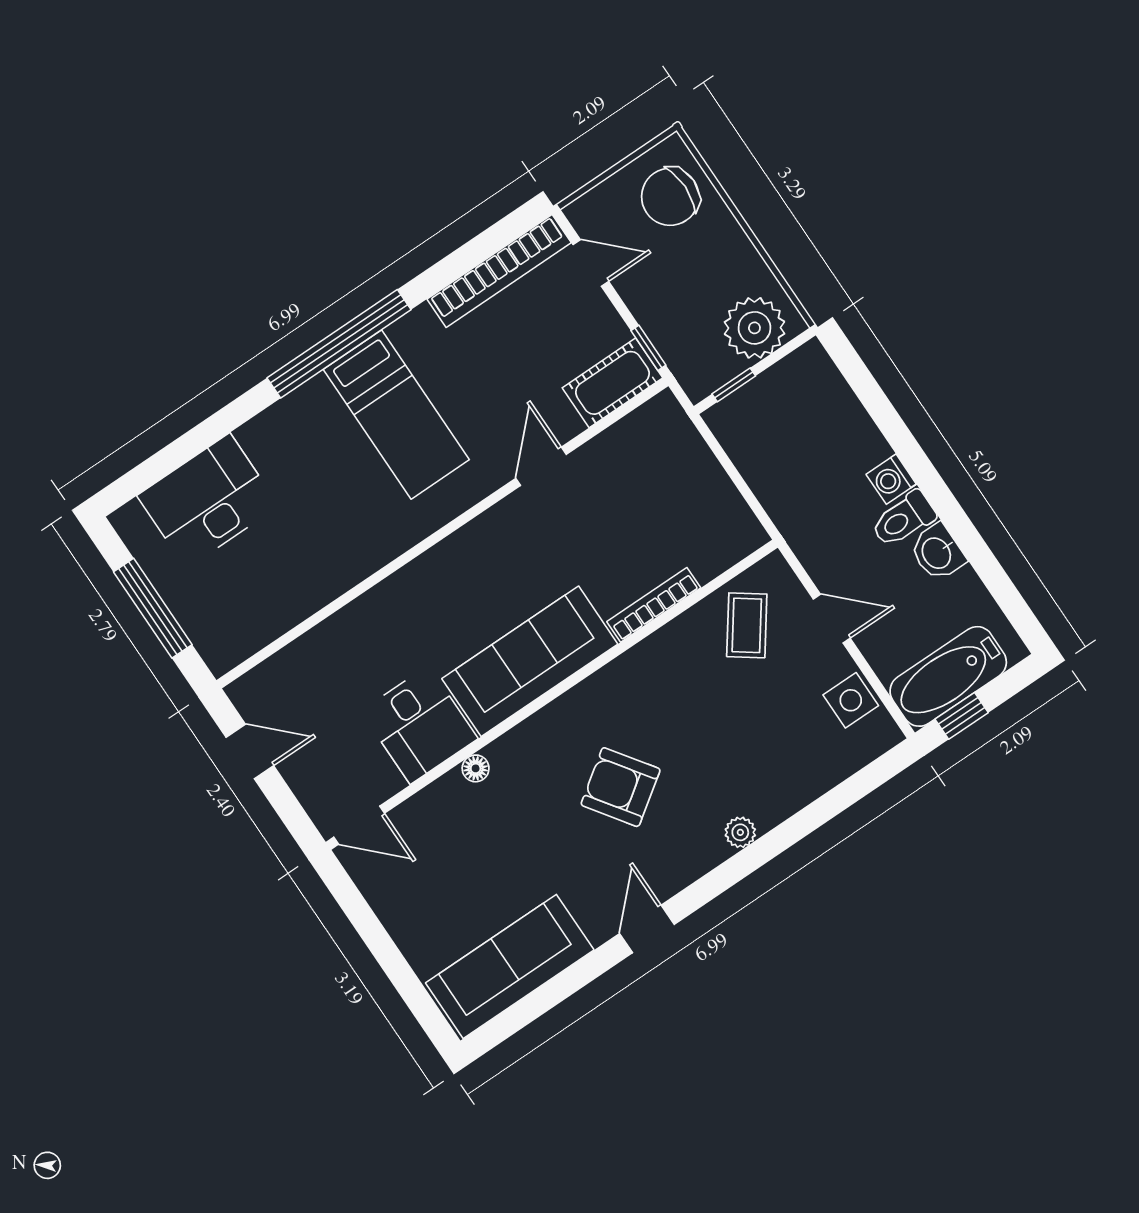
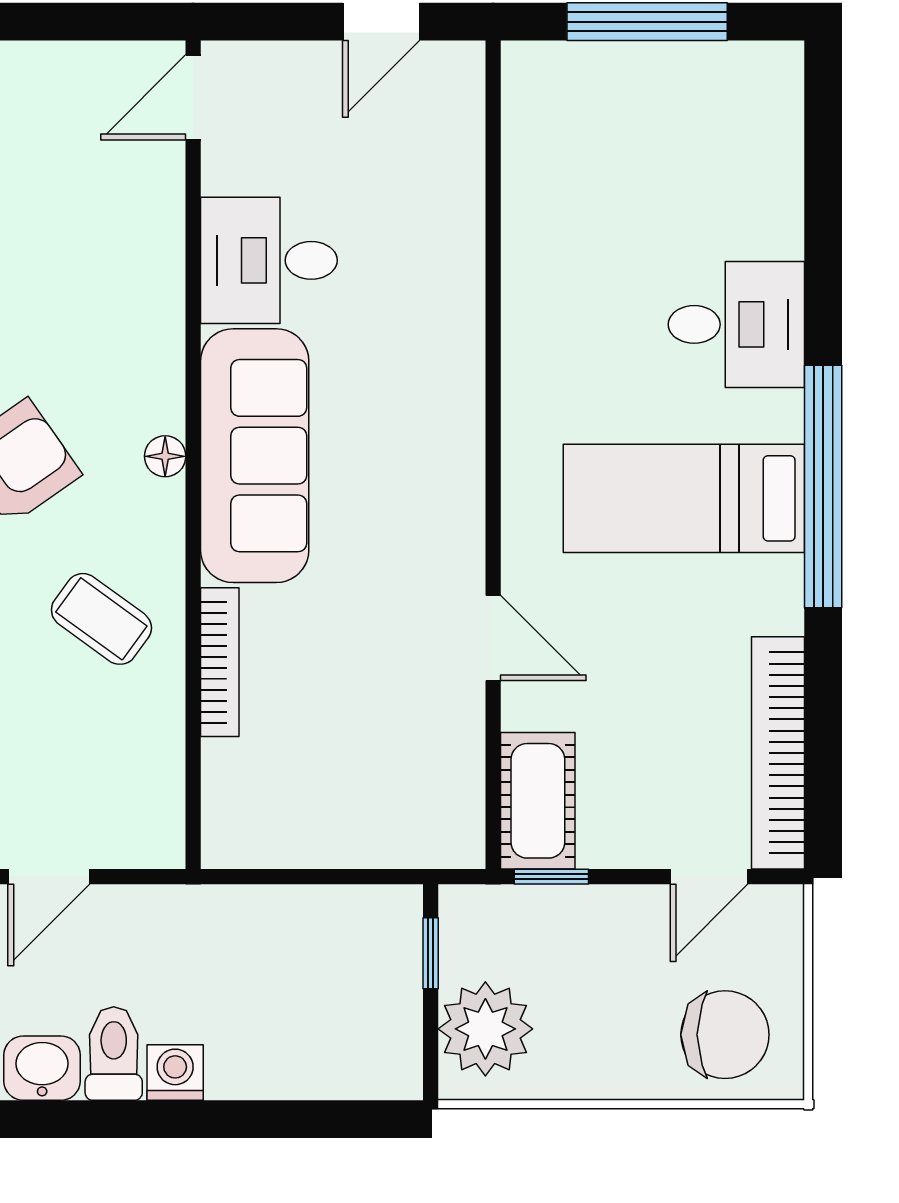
chair: (670, 197) -> (725, 1035), turned 90
desk: (208, 501) -> (736, 324), moved, width x0.73
coffee table: (747, 625) -> (101, 619), moved
floor lamp: (476, 768) -> (165, 456), moved

